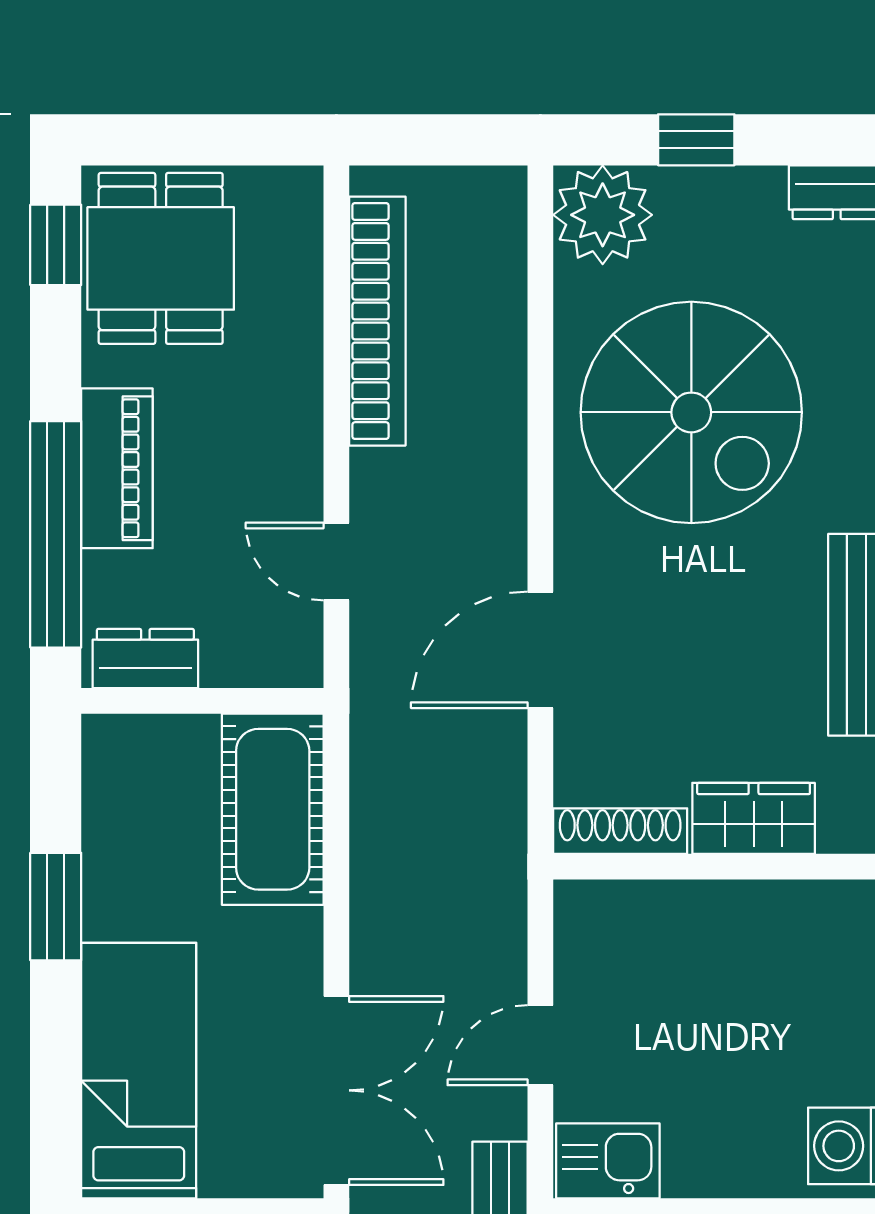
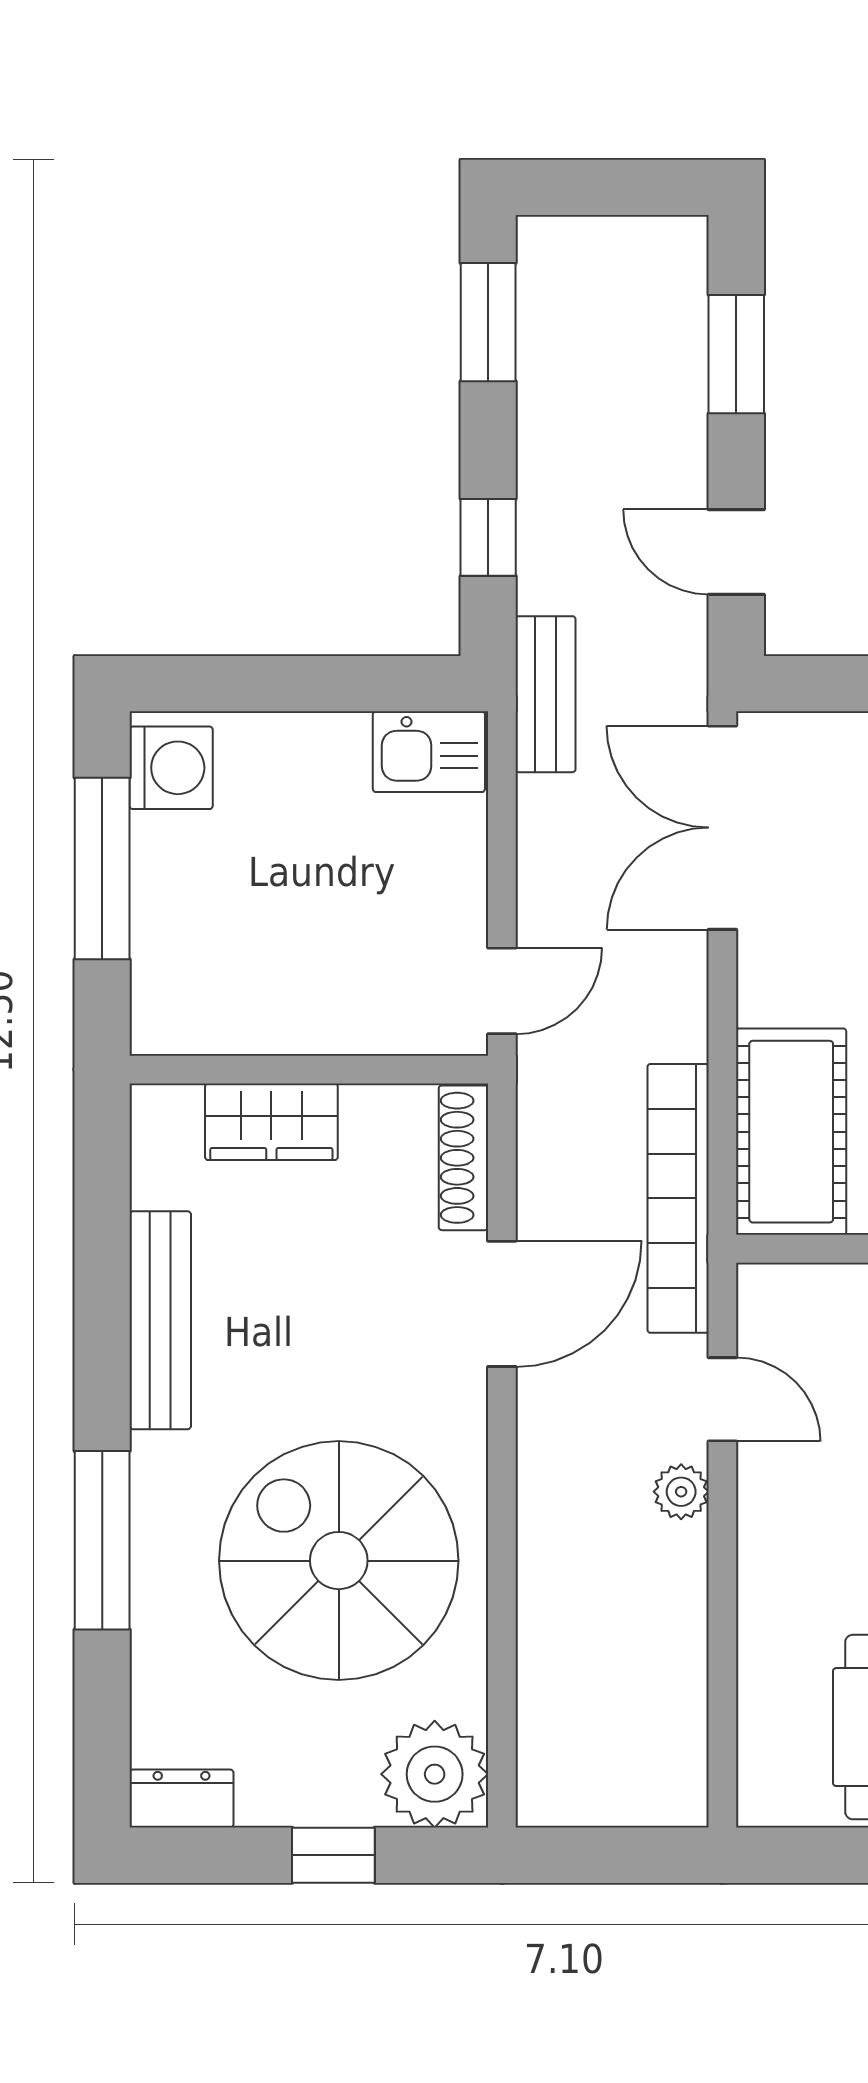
bookcase: (377, 321) -> (678, 1198), moved
plant: (375, 476) -> (681, 1492), added
shoe rack: (620, 831) -> (463, 1158), moved, turned 90
door: (540, 1045) -> (502, 991), moved

